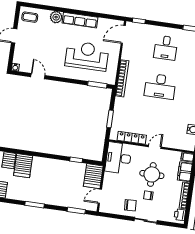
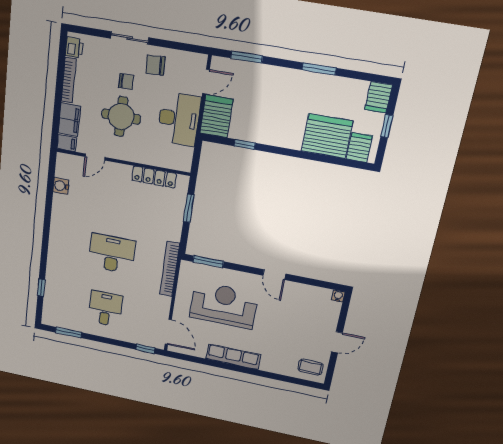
plant: (56, 17) -> (270, 364), removed
door: (123, 34) -> (168, 332), hinge flipped
reception desk: (87, 56) -> (224, 305), turned 180
door: (38, 76) -> (274, 275), moved
door: (155, 147) -> (95, 157), moved
desk: (118, 158) -> (179, 119), moved
server rack: (23, 166) -> (327, 136), width x1.60

